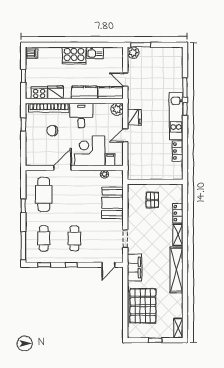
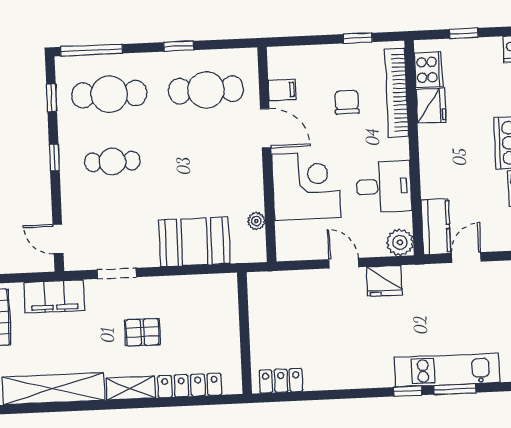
kitchen counter: (84, 93) -> (434, 169), removed
desk: (81, 116) -> (384, 186), moved
kitchen unit: (176, 116) -> (447, 370), moved
locker: (178, 151) -> (281, 381), moved
filing cabinet: (110, 160) -> (282, 90), moved
pallet: (152, 200) -> (142, 332), moved
locker: (178, 213) -> (190, 385), width x1.53
cafe table: (44, 238) -> (109, 94), width x1.37, depth x1.35

